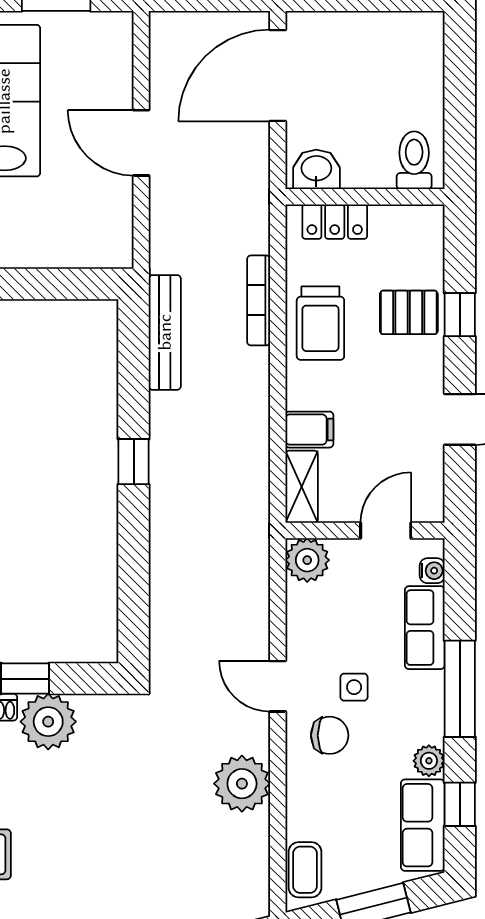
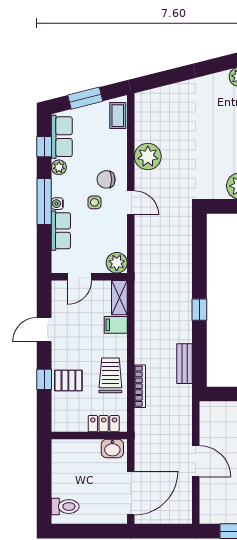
toilet: (414, 160) -> (65, 507), moved, turned -90
bench: (165, 332) -> (184, 364), width x0.73
water cooler: (432, 571) -> (57, 204), moved

